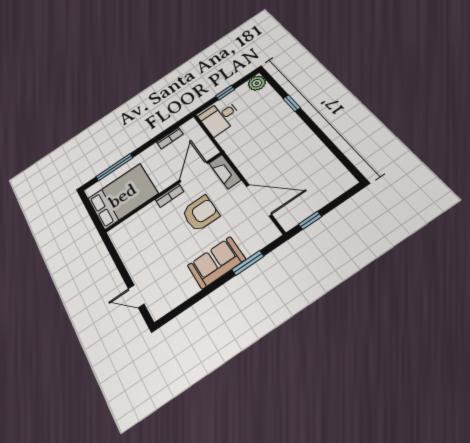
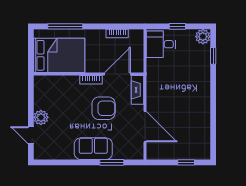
window: (292, 103) -> (213, 56), moved
window: (310, 220) -> (186, 162), moved
plant: (137, 269) -> (41, 117), added

